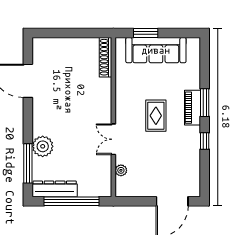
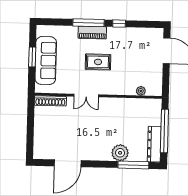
window: (146, 33) -> (32, 57), moved
window: (205, 103) -> (89, 23), width x1.44
double door: (113, 139) -> (86, 95), moved

